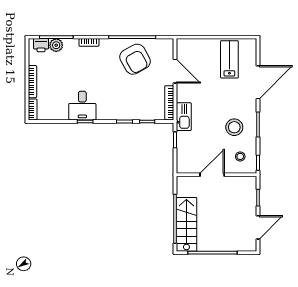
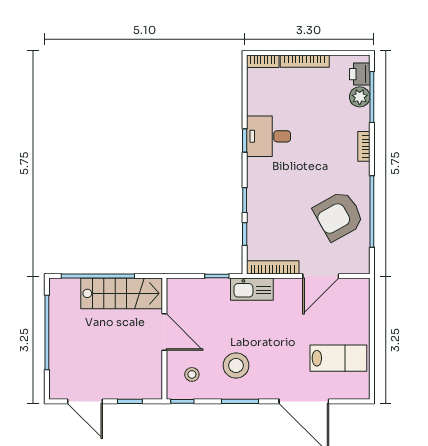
stairs: (186, 224) -> (122, 293), moved

